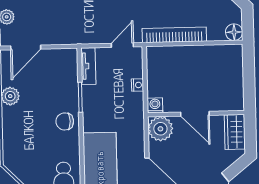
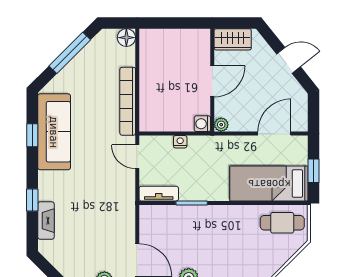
chair: (65, 121) -> (217, 220), removed
plant: (160, 129) -> (221, 125), width x0.53, depth x0.53

